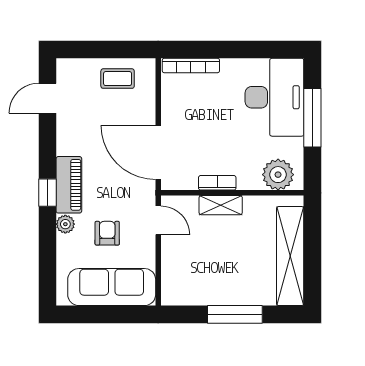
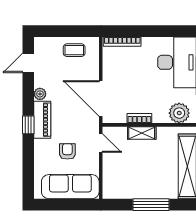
plant: (65, 224) -> (40, 94), moved

